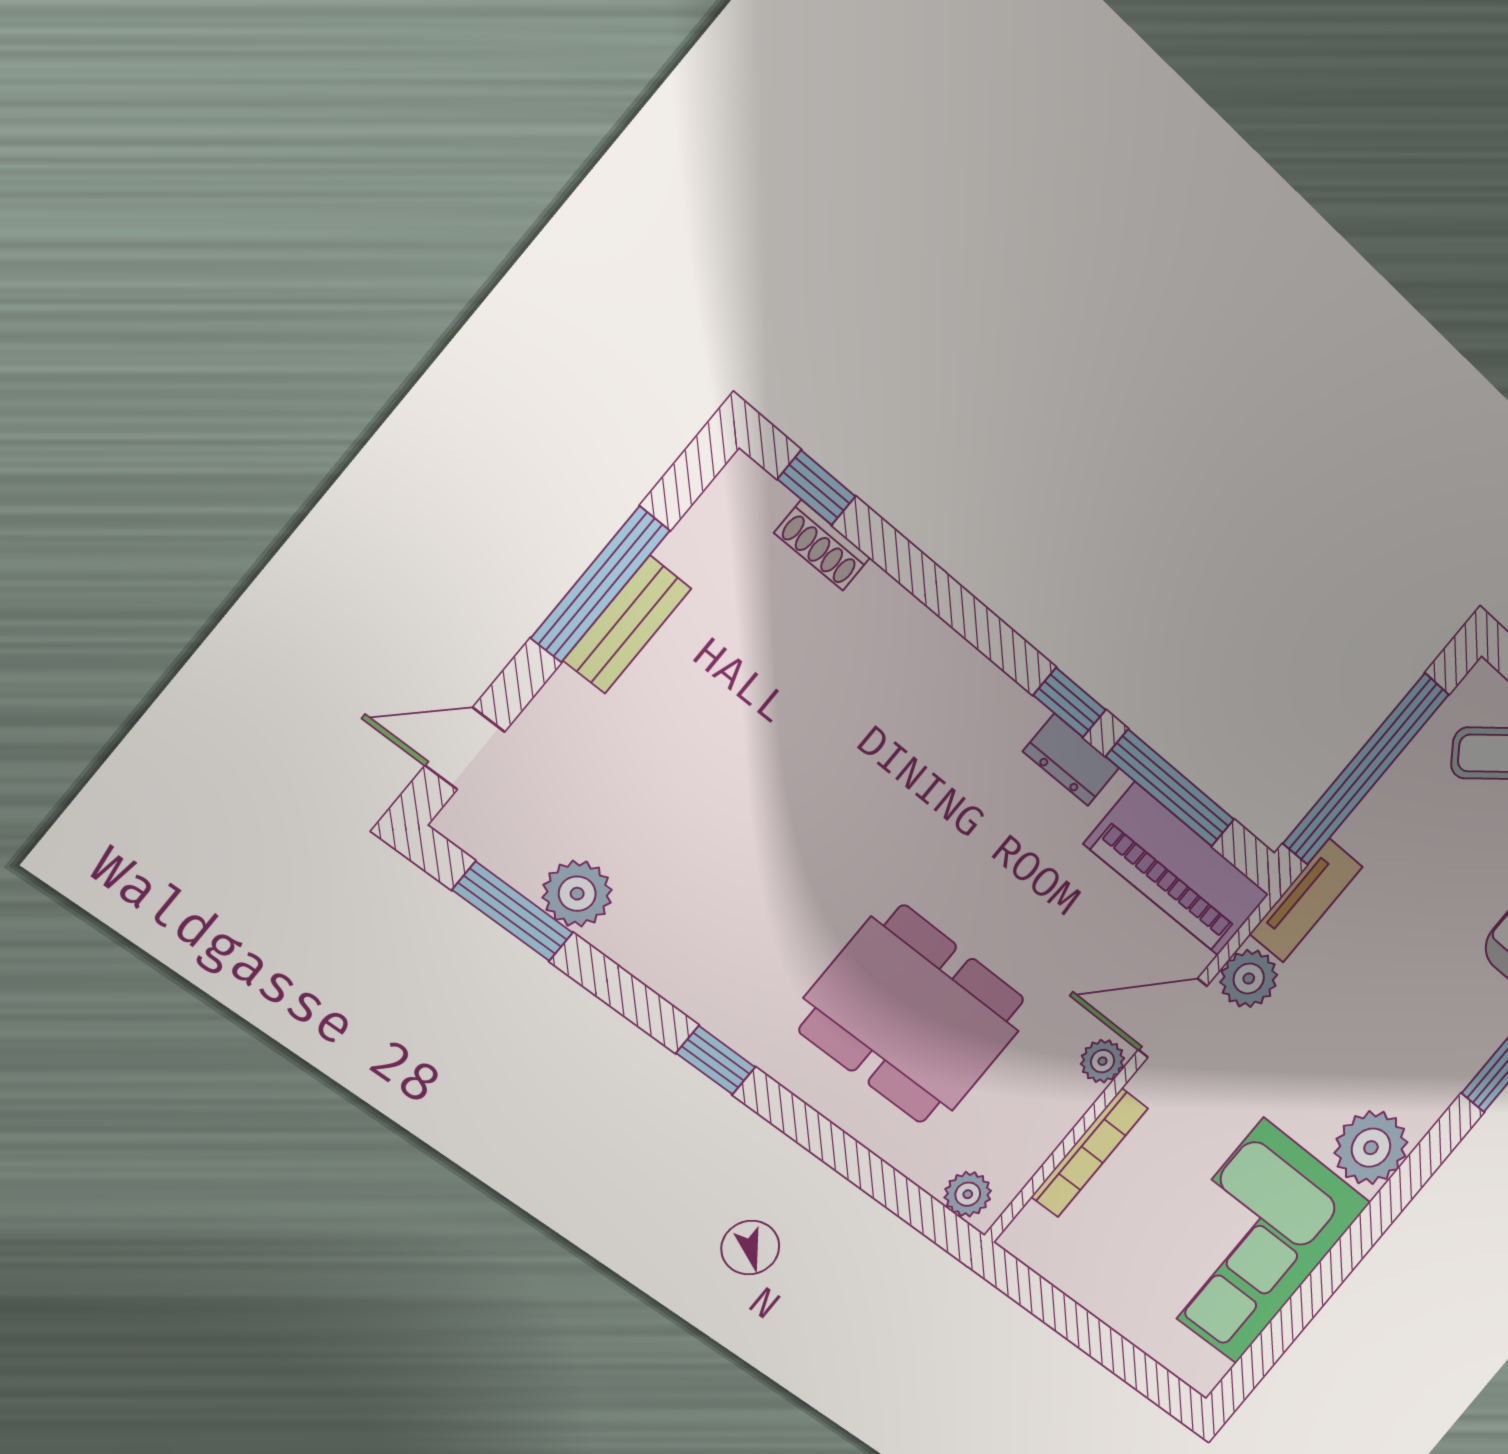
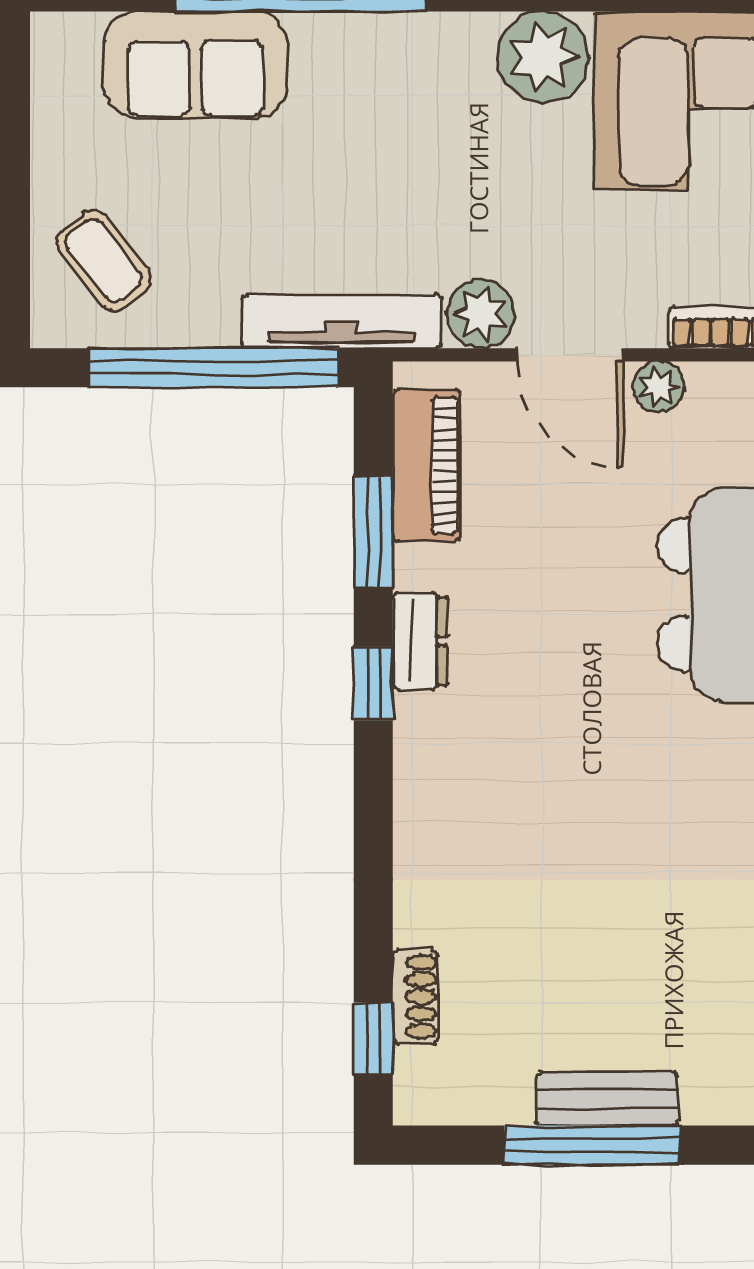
window: (1170, 788) -> (373, 532), width x0.69
piano: (1177, 869) -> (427, 465), width x0.73, depth x0.75
tv unit: (1306, 900) -> (342, 321), width x1.41

